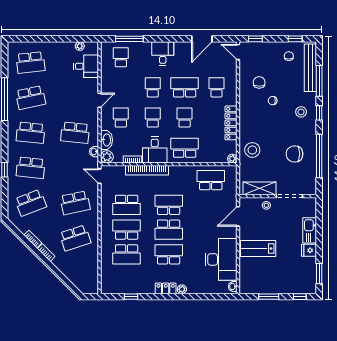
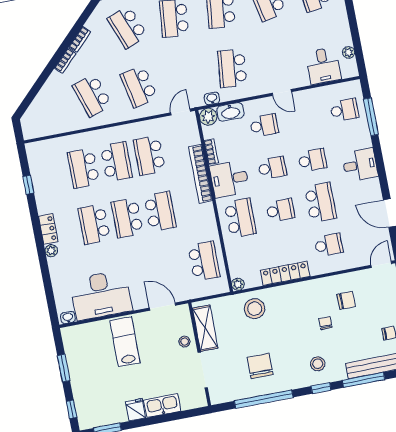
school desk: (169, 254) -> (94, 224), turned 180

